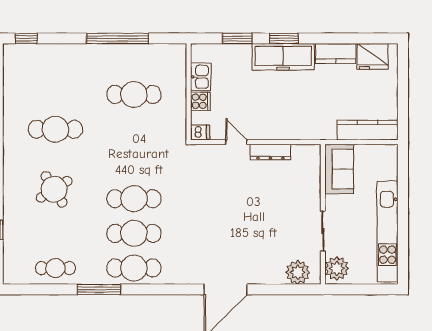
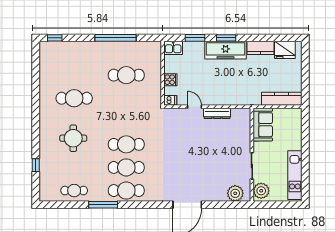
kitchen sink: (201, 77) -> (173, 48), moved, turned 90
round table: (54, 189) -> (73, 138), turned 32
kitchen unit: (388, 231) -> (295, 175), width x0.73

